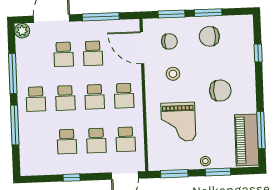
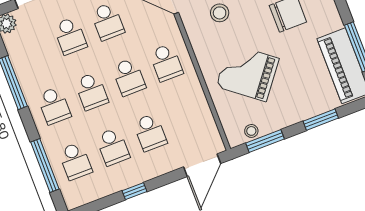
grand piano: (178, 122) -> (248, 73), turned 128
window: (15, 125) -> (45, 165), moved
school desk: (126, 139) -> (75, 161), moved
stool: (205, 161) -> (251, 131), moved

